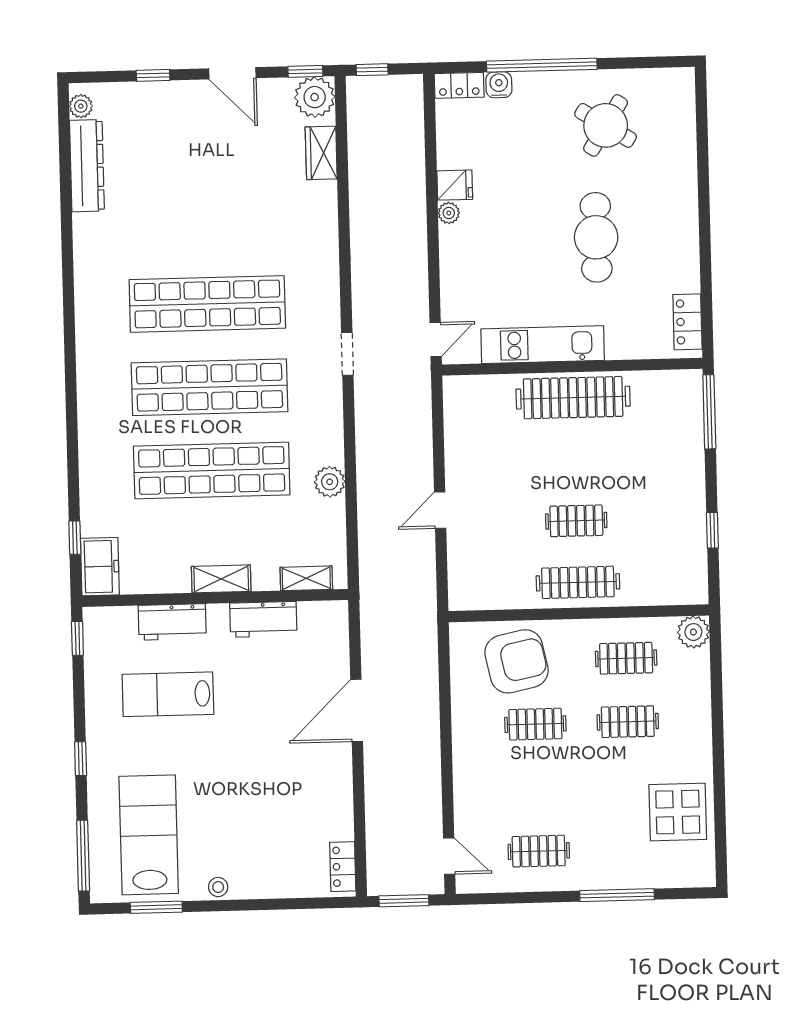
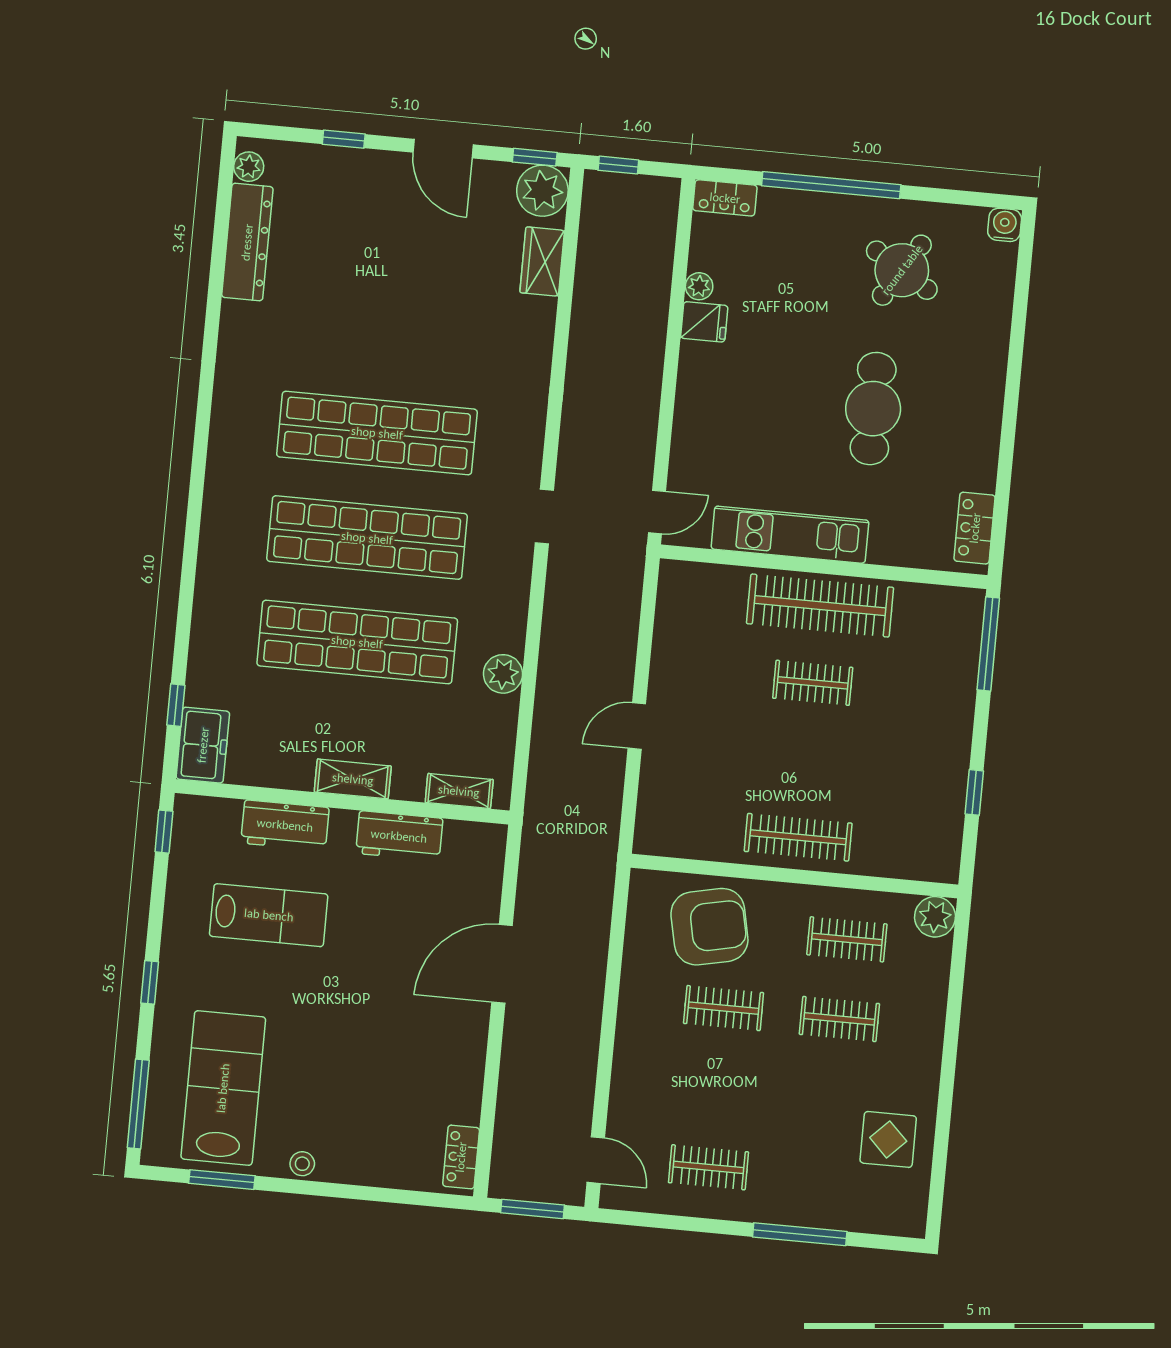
water cooler: (499, 85) -> (1005, 225), moved
plant: (449, 213) -> (699, 286), moved
clothes rail: (576, 521) -> (813, 683), moved
lab bench: (168, 694) -> (269, 915), turned 180
display table: (678, 812) -> (888, 1139), width x0.73, depth x0.73

